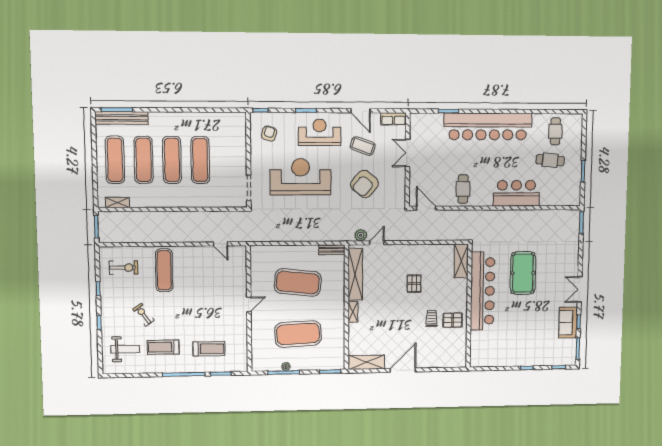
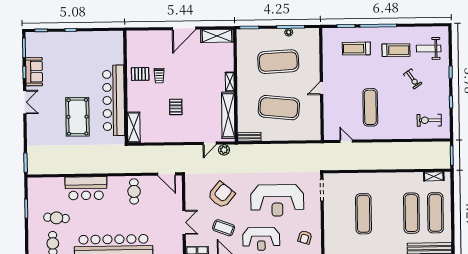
exercise mat: (172, 160) -> (387, 213), removed
exercise mat: (164, 270) -> (370, 107), moved

